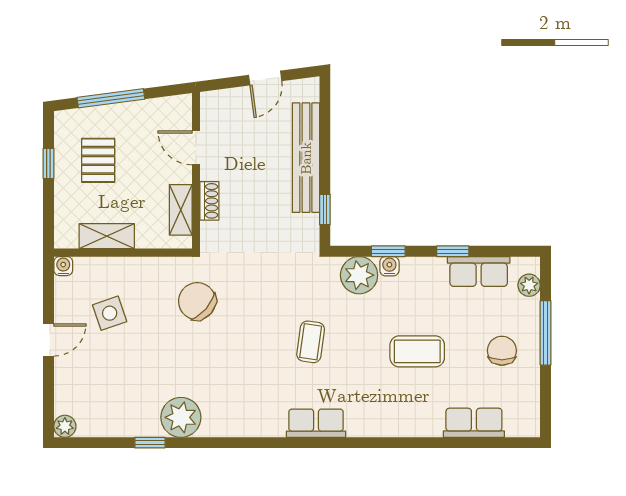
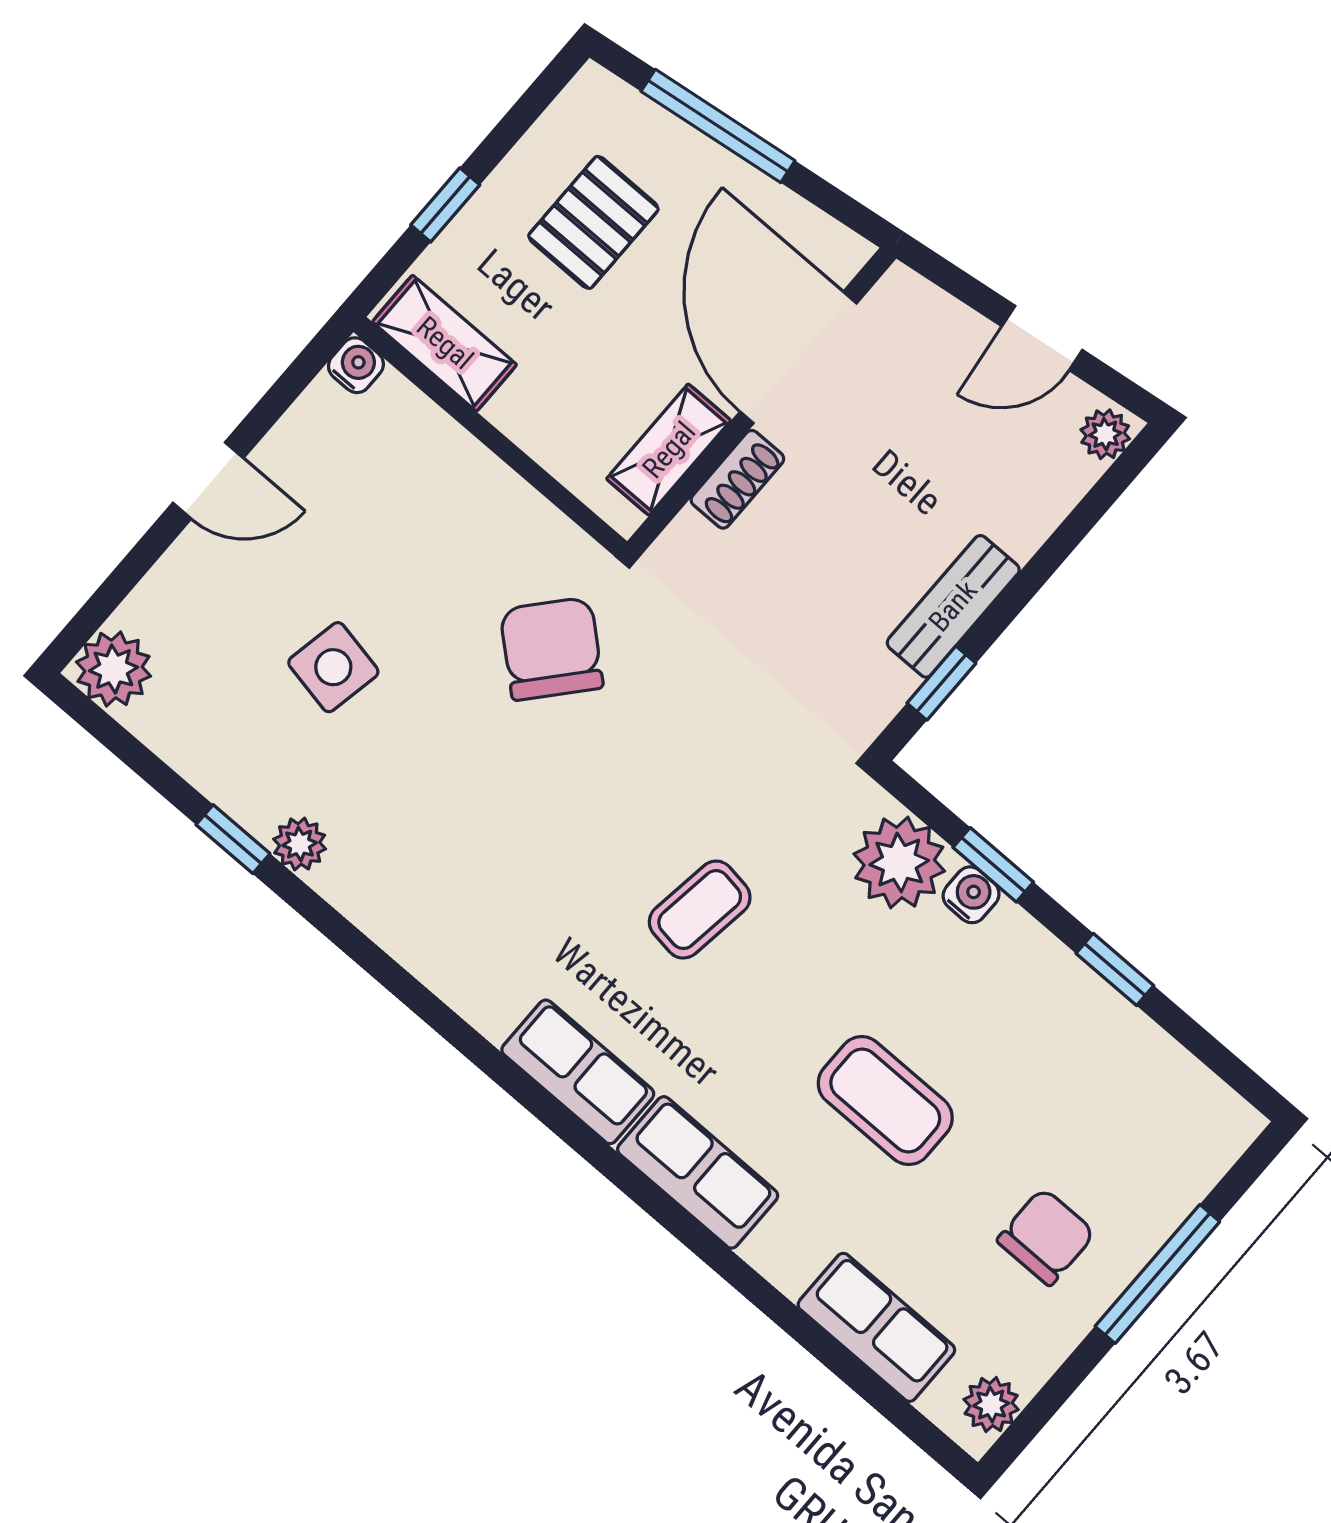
plant: (310, 91) -> (1105, 434), added
door: (196, 148) -> (798, 358), width x1.88
bench: (306, 158) -> (953, 606), width x0.54, depth x0.82
window: (48, 163) -> (445, 205), moved
shelving: (107, 236) -> (445, 343), moved
row of seats: (479, 271) -> (698, 1172), moved, turned 180
plant: (529, 285) -> (991, 1405), moved
side table: (110, 313) -> (333, 667), moved, turned 30
plant: (181, 417) -> (300, 844), width x0.53, depth x0.53
plant: (65, 426) -> (113, 669), width x1.38, depth x1.38

